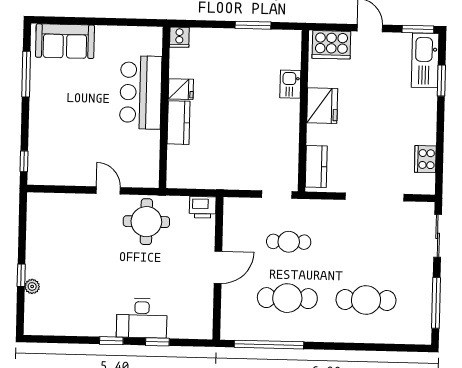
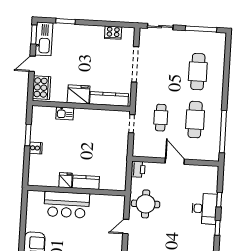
cooker: (179, 37) -> (36, 148), moved
kitchen sink: (425, 60) -> (44, 39), moved, turned -90
kitchen counter: (316, 166) -> (109, 99), width x1.50

